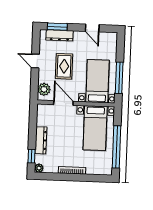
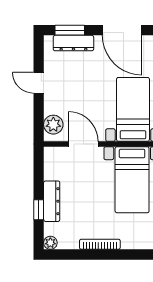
door: (92, 28) -> (122, 30), width x1.88
rug: (64, 66) -> (82, 89), removed
window: (32, 156) -> (39, 210), moved

